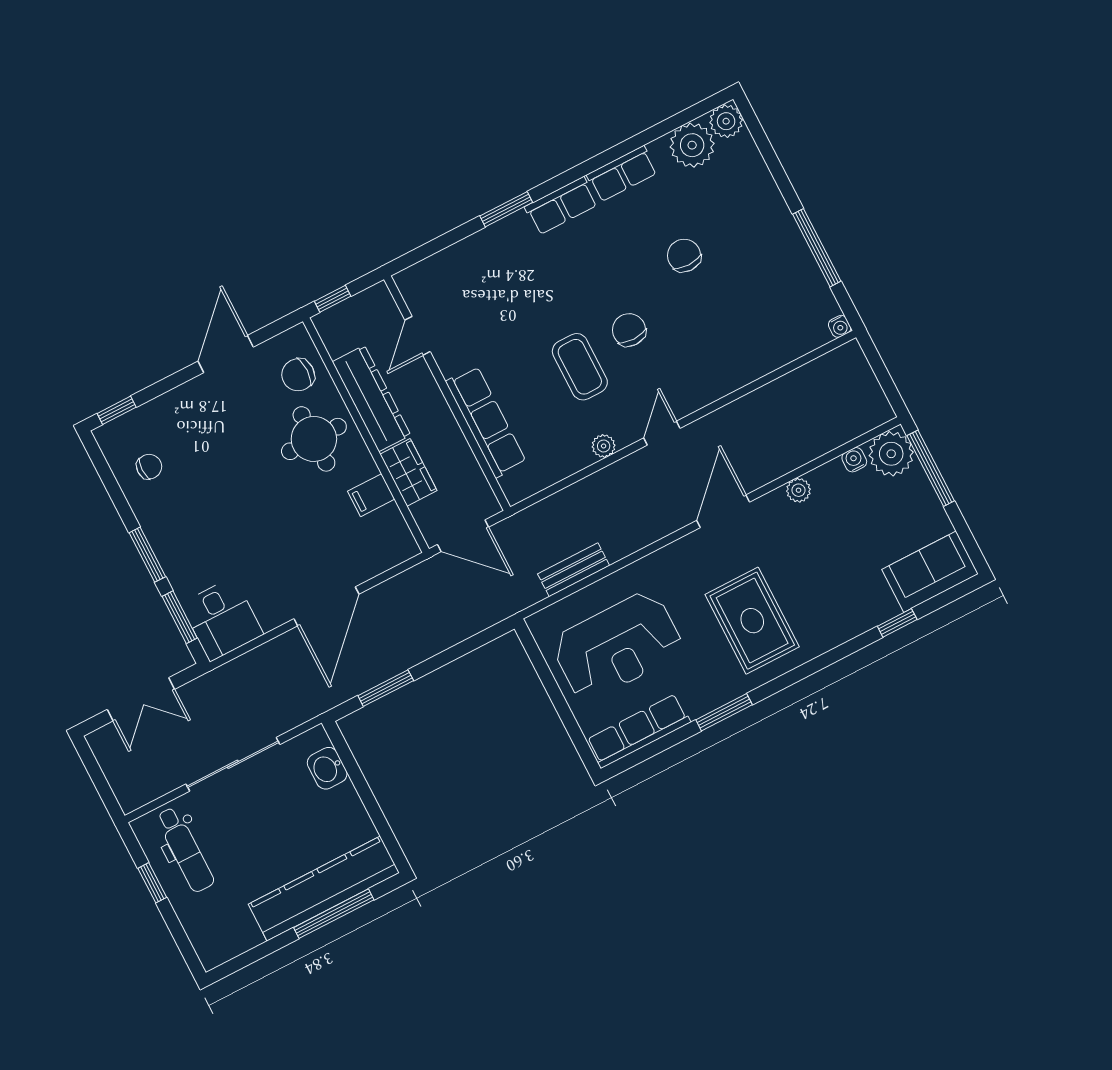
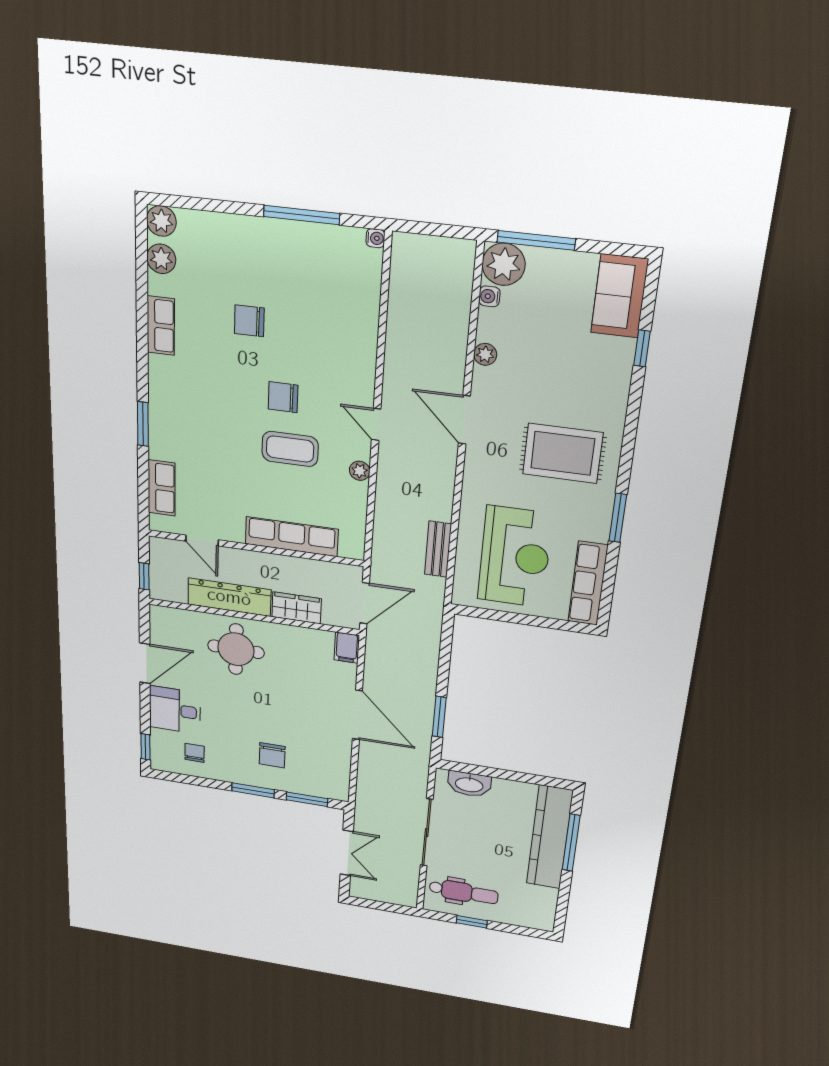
plant: (692, 145) -> (161, 259), width x0.73, depth x0.73
row of seats: (561, 206) -> (162, 488), moved
door: (226, 354) -> (145, 663), swing flipped
chair: (298, 375) -> (272, 755), moved
filing cabinet: (371, 495) -> (347, 648), moved
desk: (222, 619) -> (175, 710), moved, turned 180
washbasin: (327, 768) -> (469, 784), width x1.38

